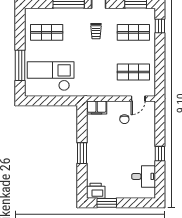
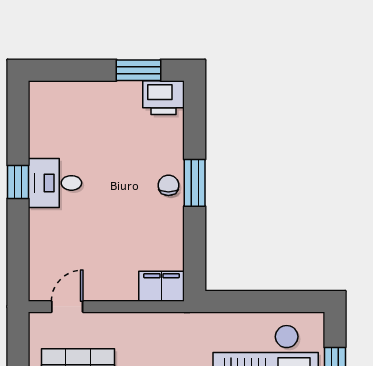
chair: (124, 119) -> (168, 185), moved
desk: (144, 176) -> (55, 183), moved

